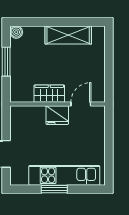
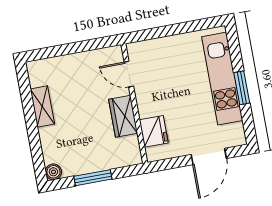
shelving: (68, 35) -> (42, 106), width x0.67, depth x0.75
fridge: (57, 115) -> (154, 131), moved

